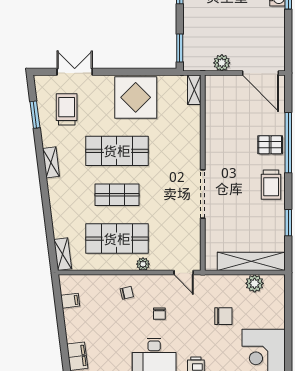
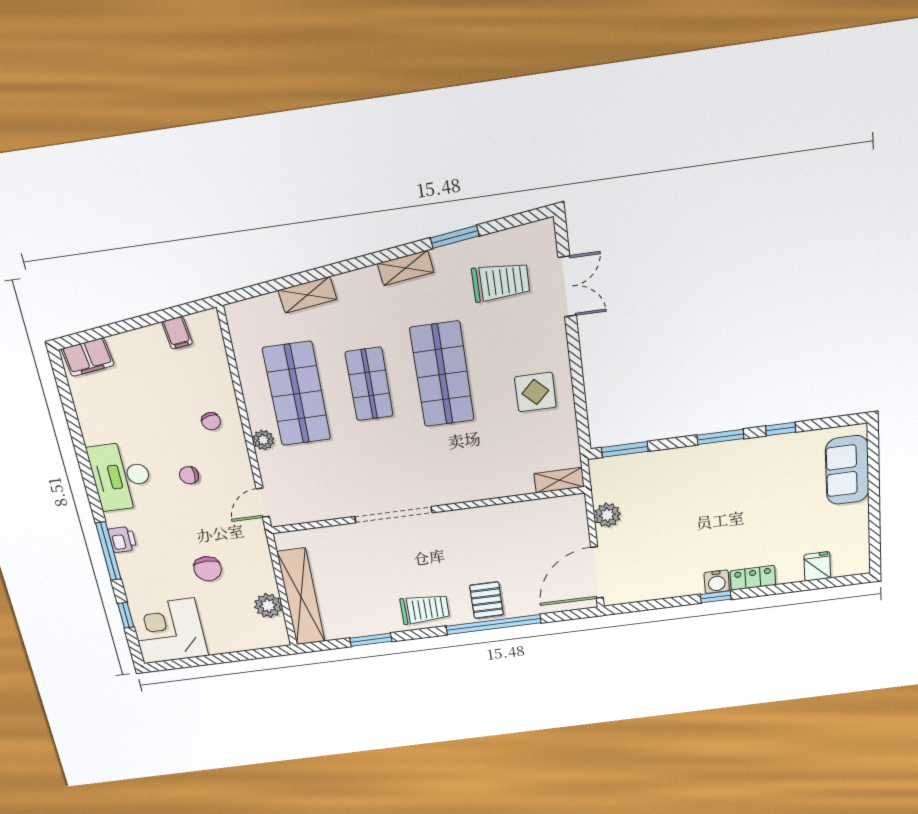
display table: (136, 97) -> (535, 392), width x0.54, depth x0.54
window: (35, 115) -> (455, 237), moved
trolley: (271, 185) -> (425, 609), turned 180
shelving: (63, 254) -> (307, 295), moved

